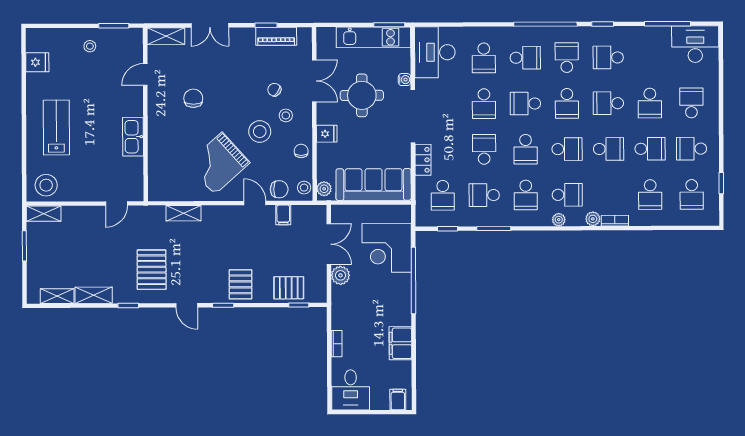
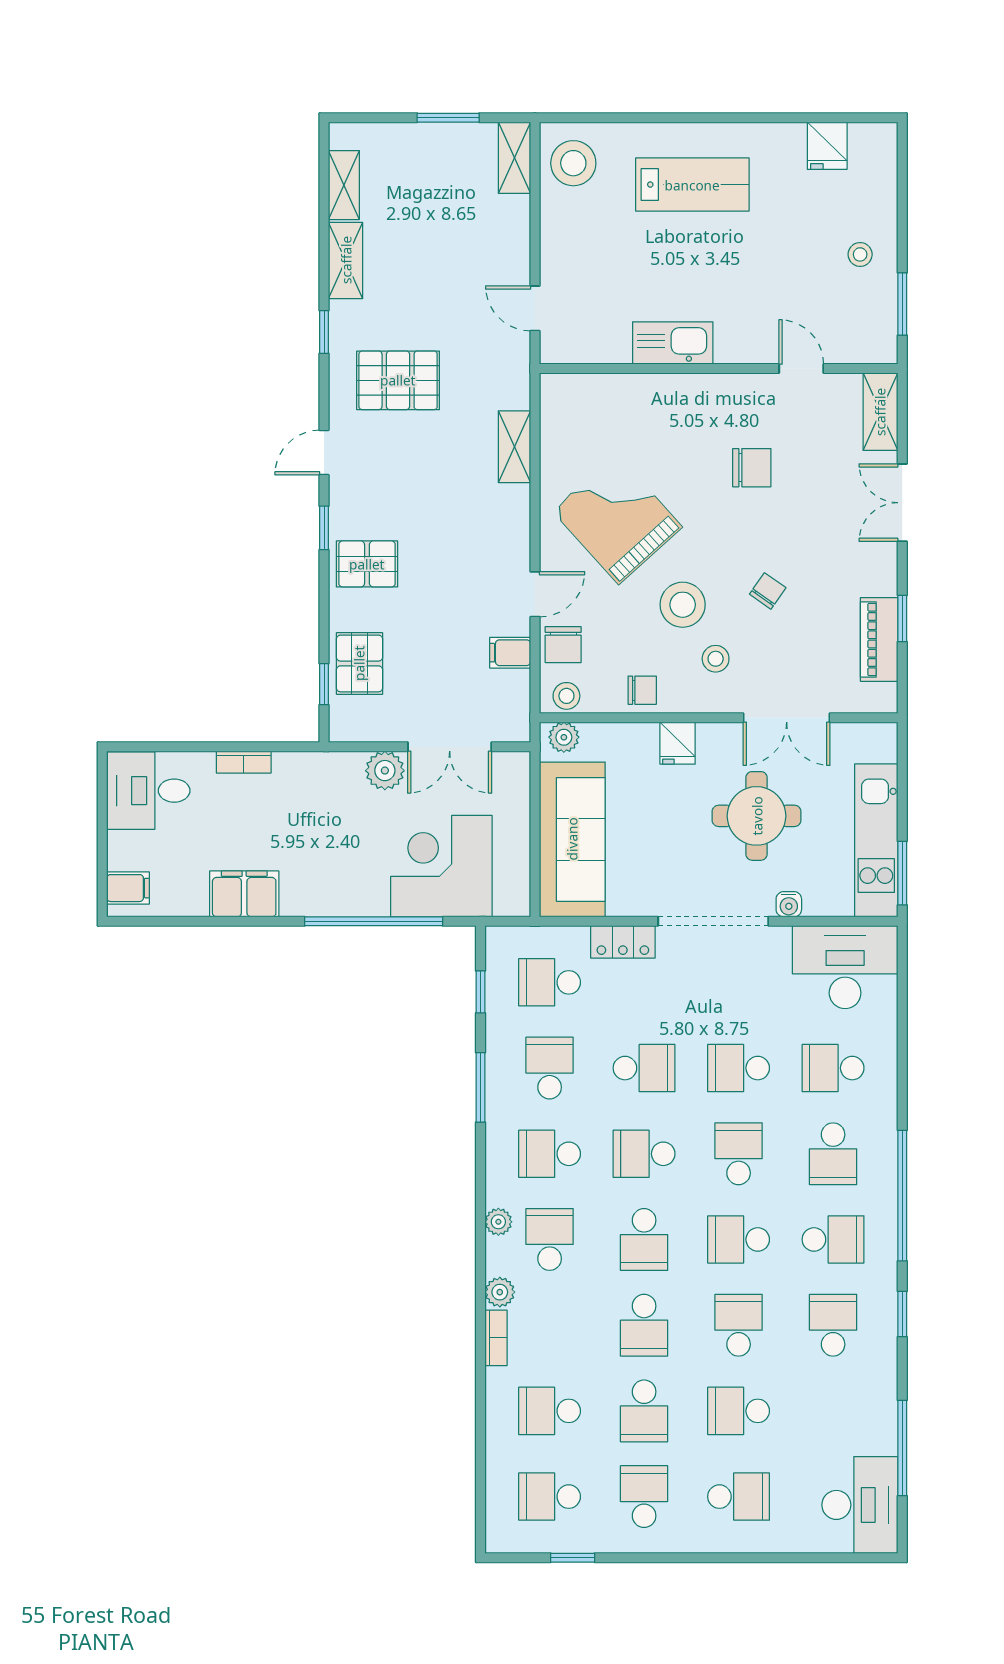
chair: (274, 90) -> (768, 591), moved
school desk: (567, 195) -> (550, 1239), turned 180

